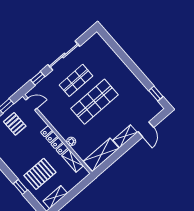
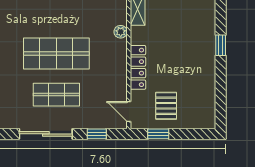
locker: (54, 140) -> (138, 67), moved
pallet: (40, 174) -> (186, 26), removed
window: (20, 187) -> (221, 45), moved

